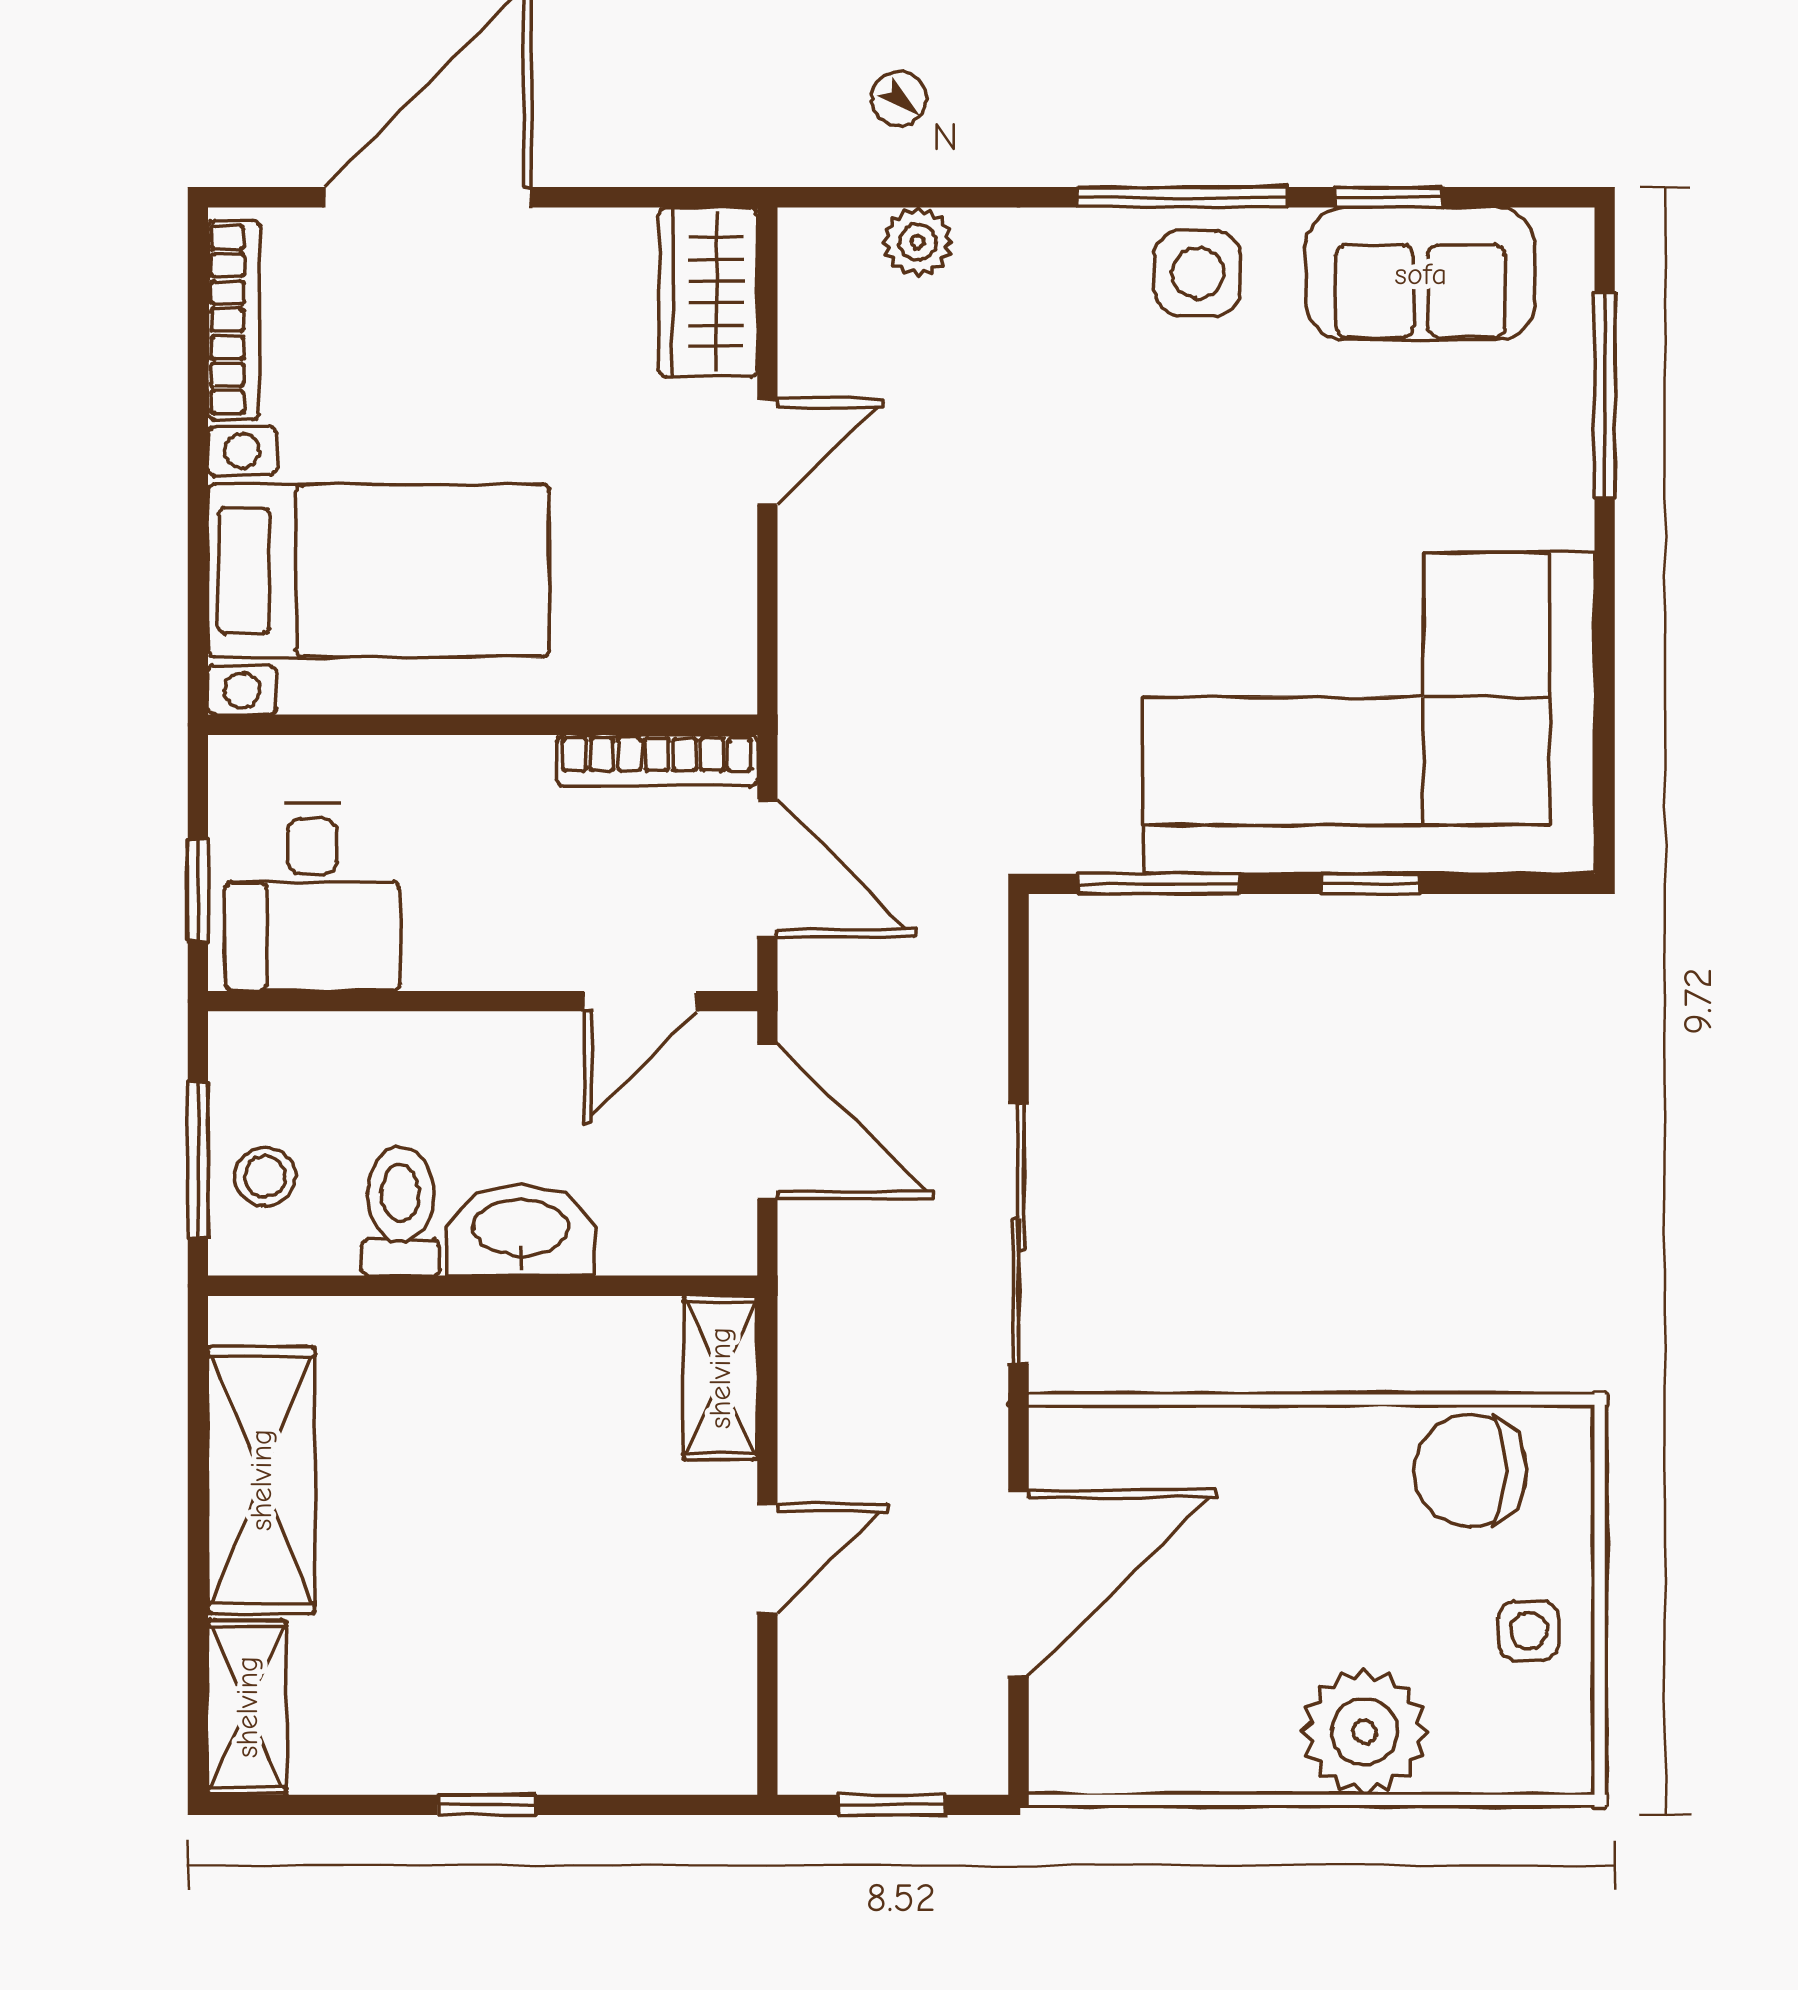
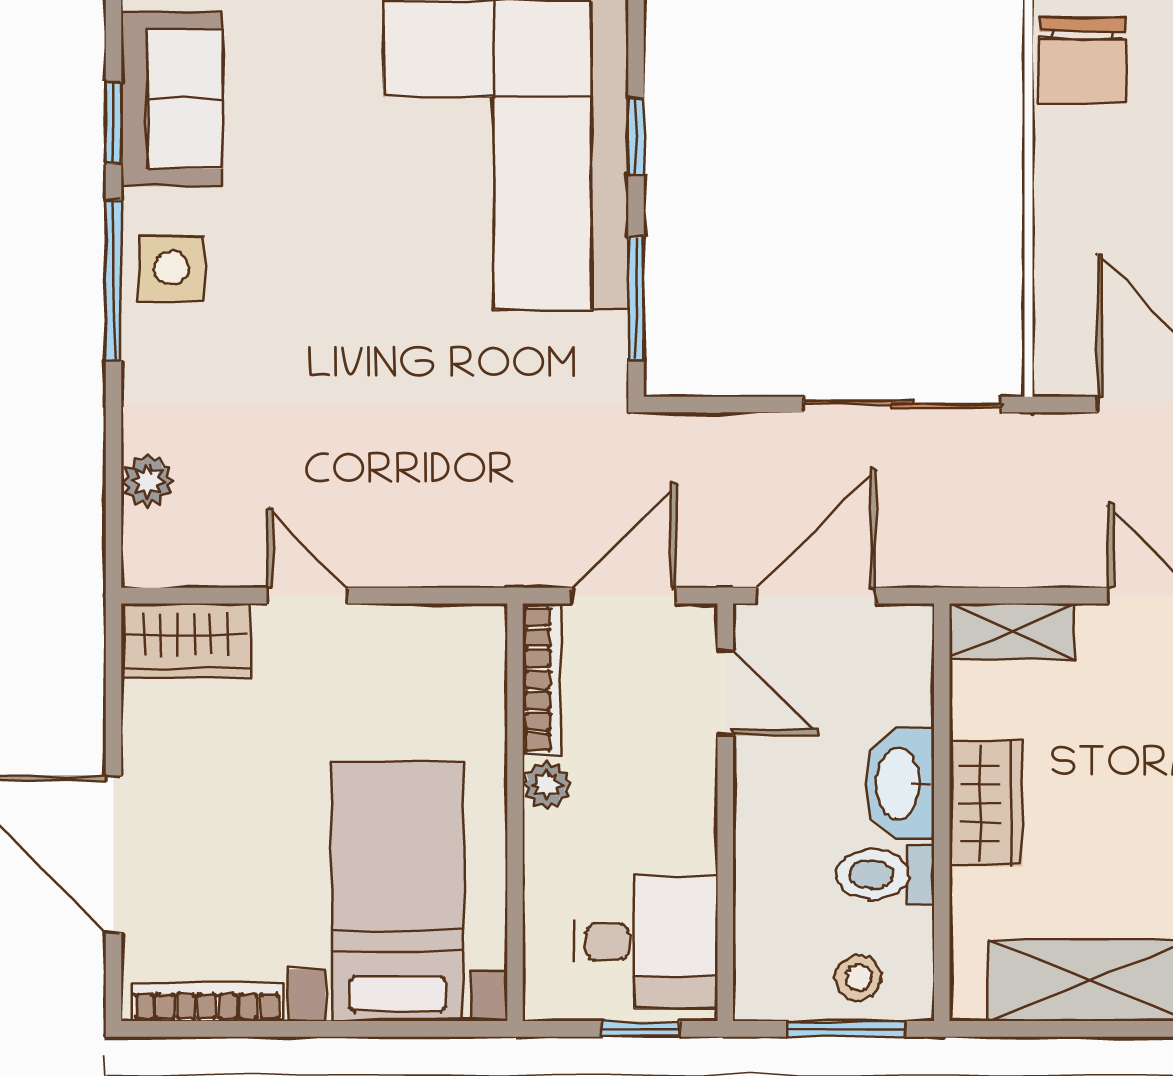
plant: (519, 766) -> (547, 785), added
wardrobe: (494, 1344) -> (986, 803), added

